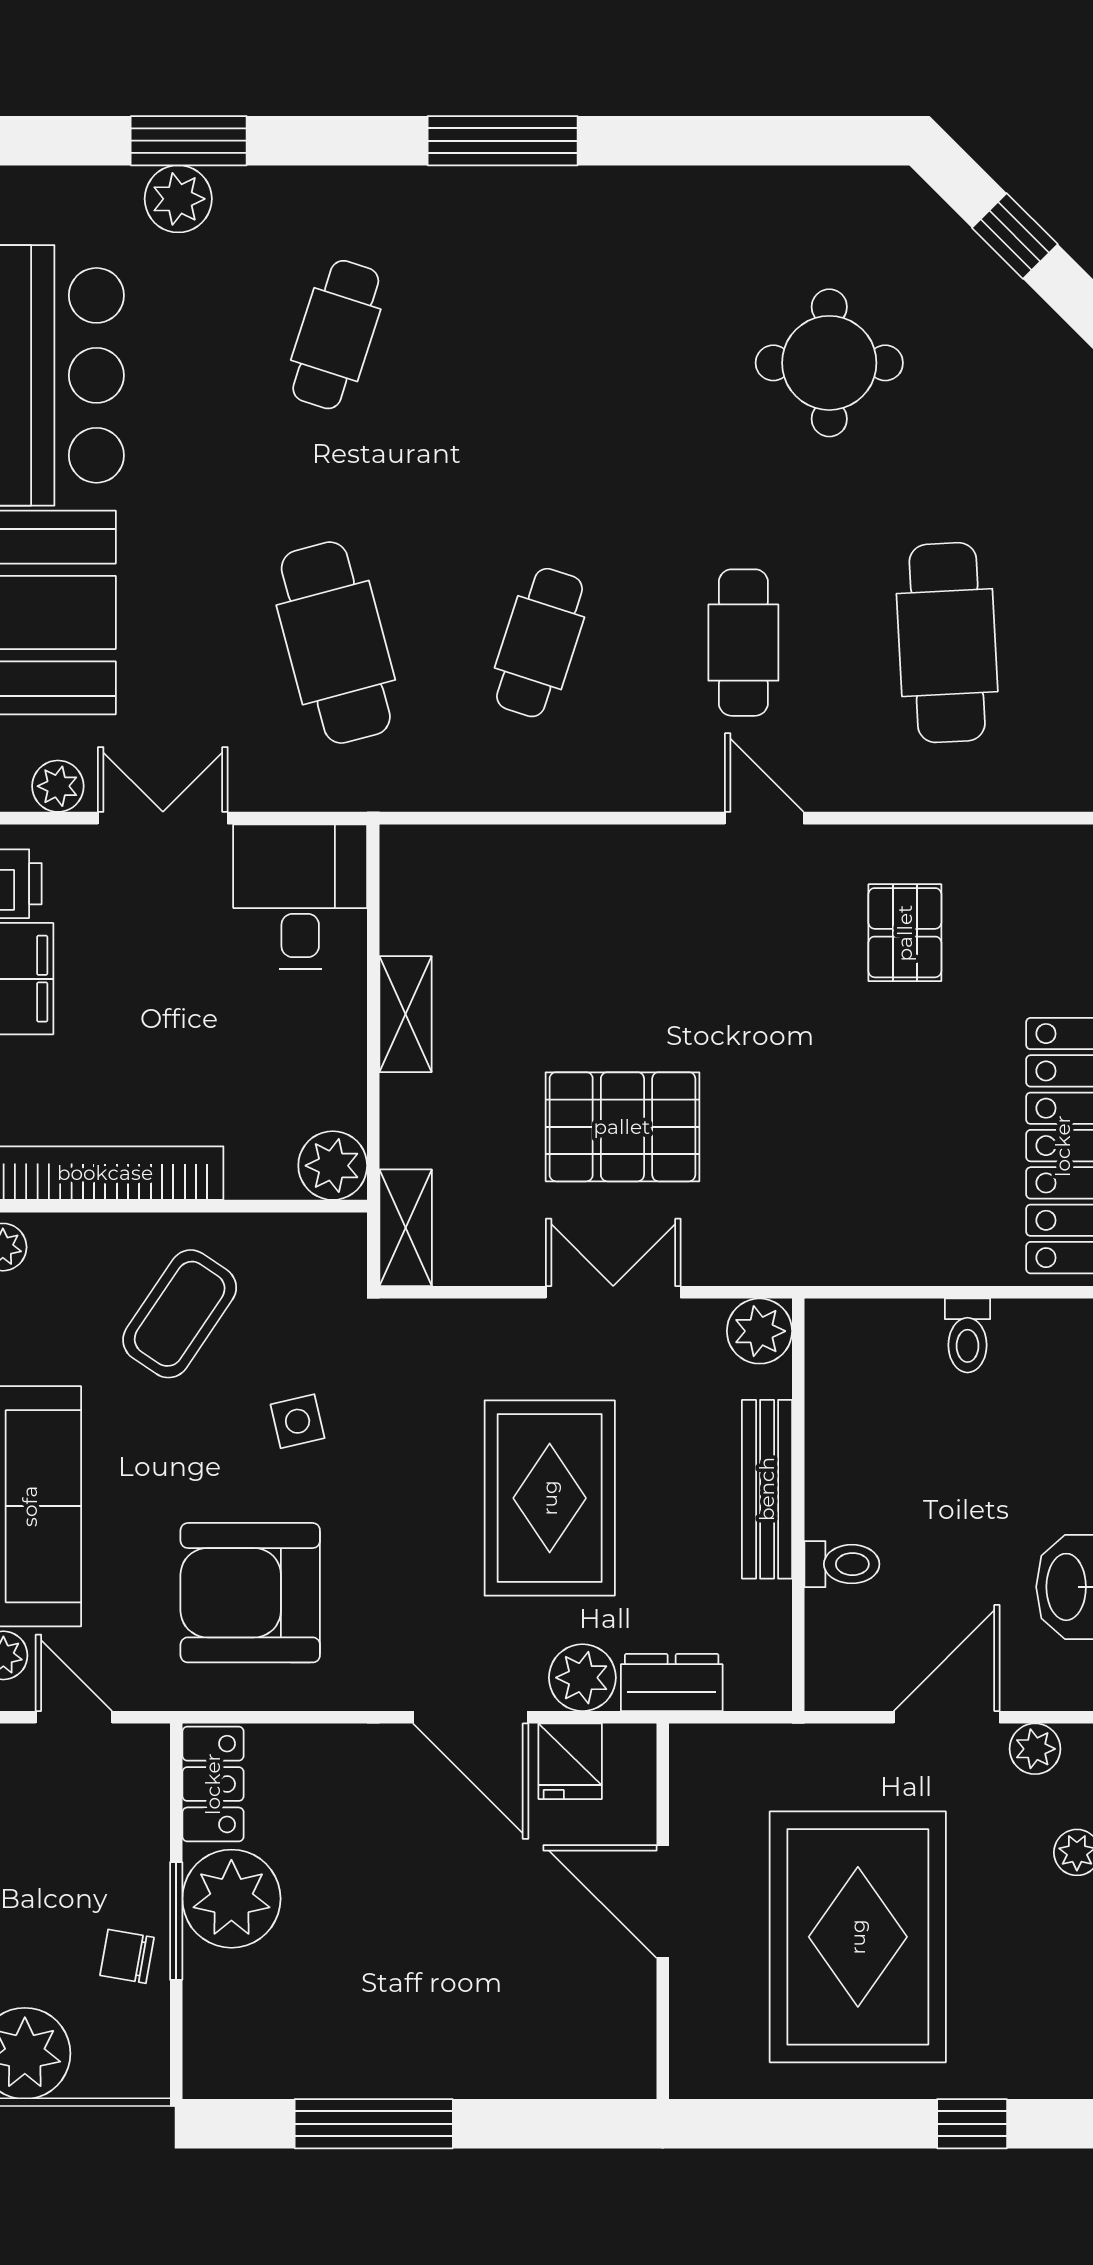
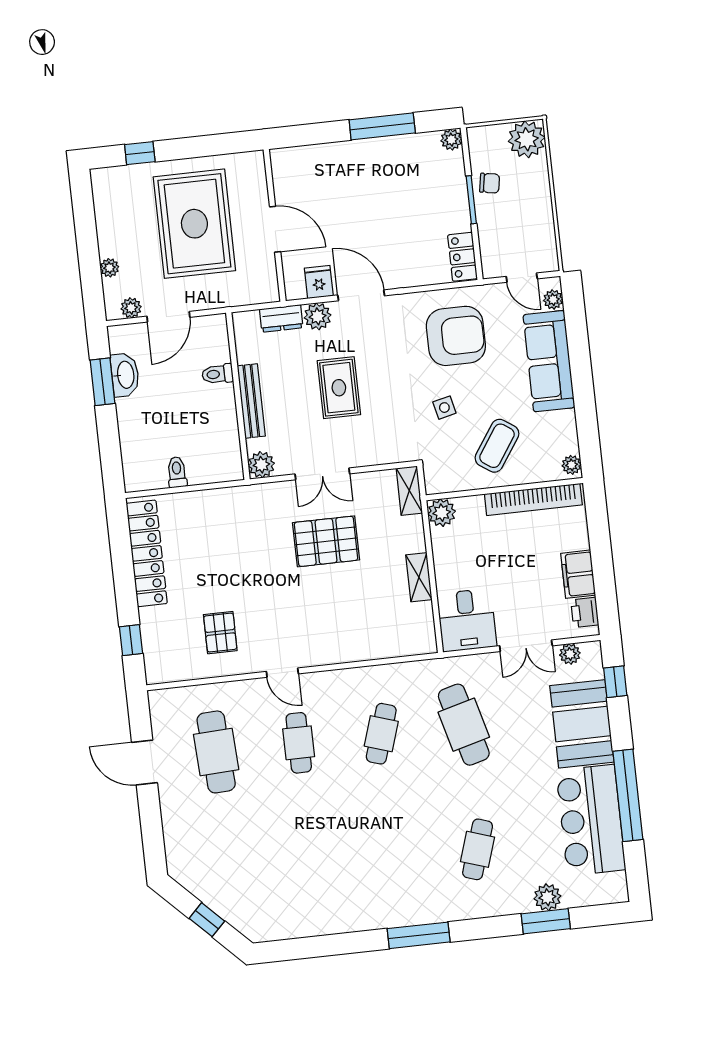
round table: (829, 363) -> (276, 860), removed
rug: (550, 1498) -> (339, 388), width x0.73, depth x0.70
plant: (231, 1899) -> (451, 140), moved, width x0.53, depth x0.53

